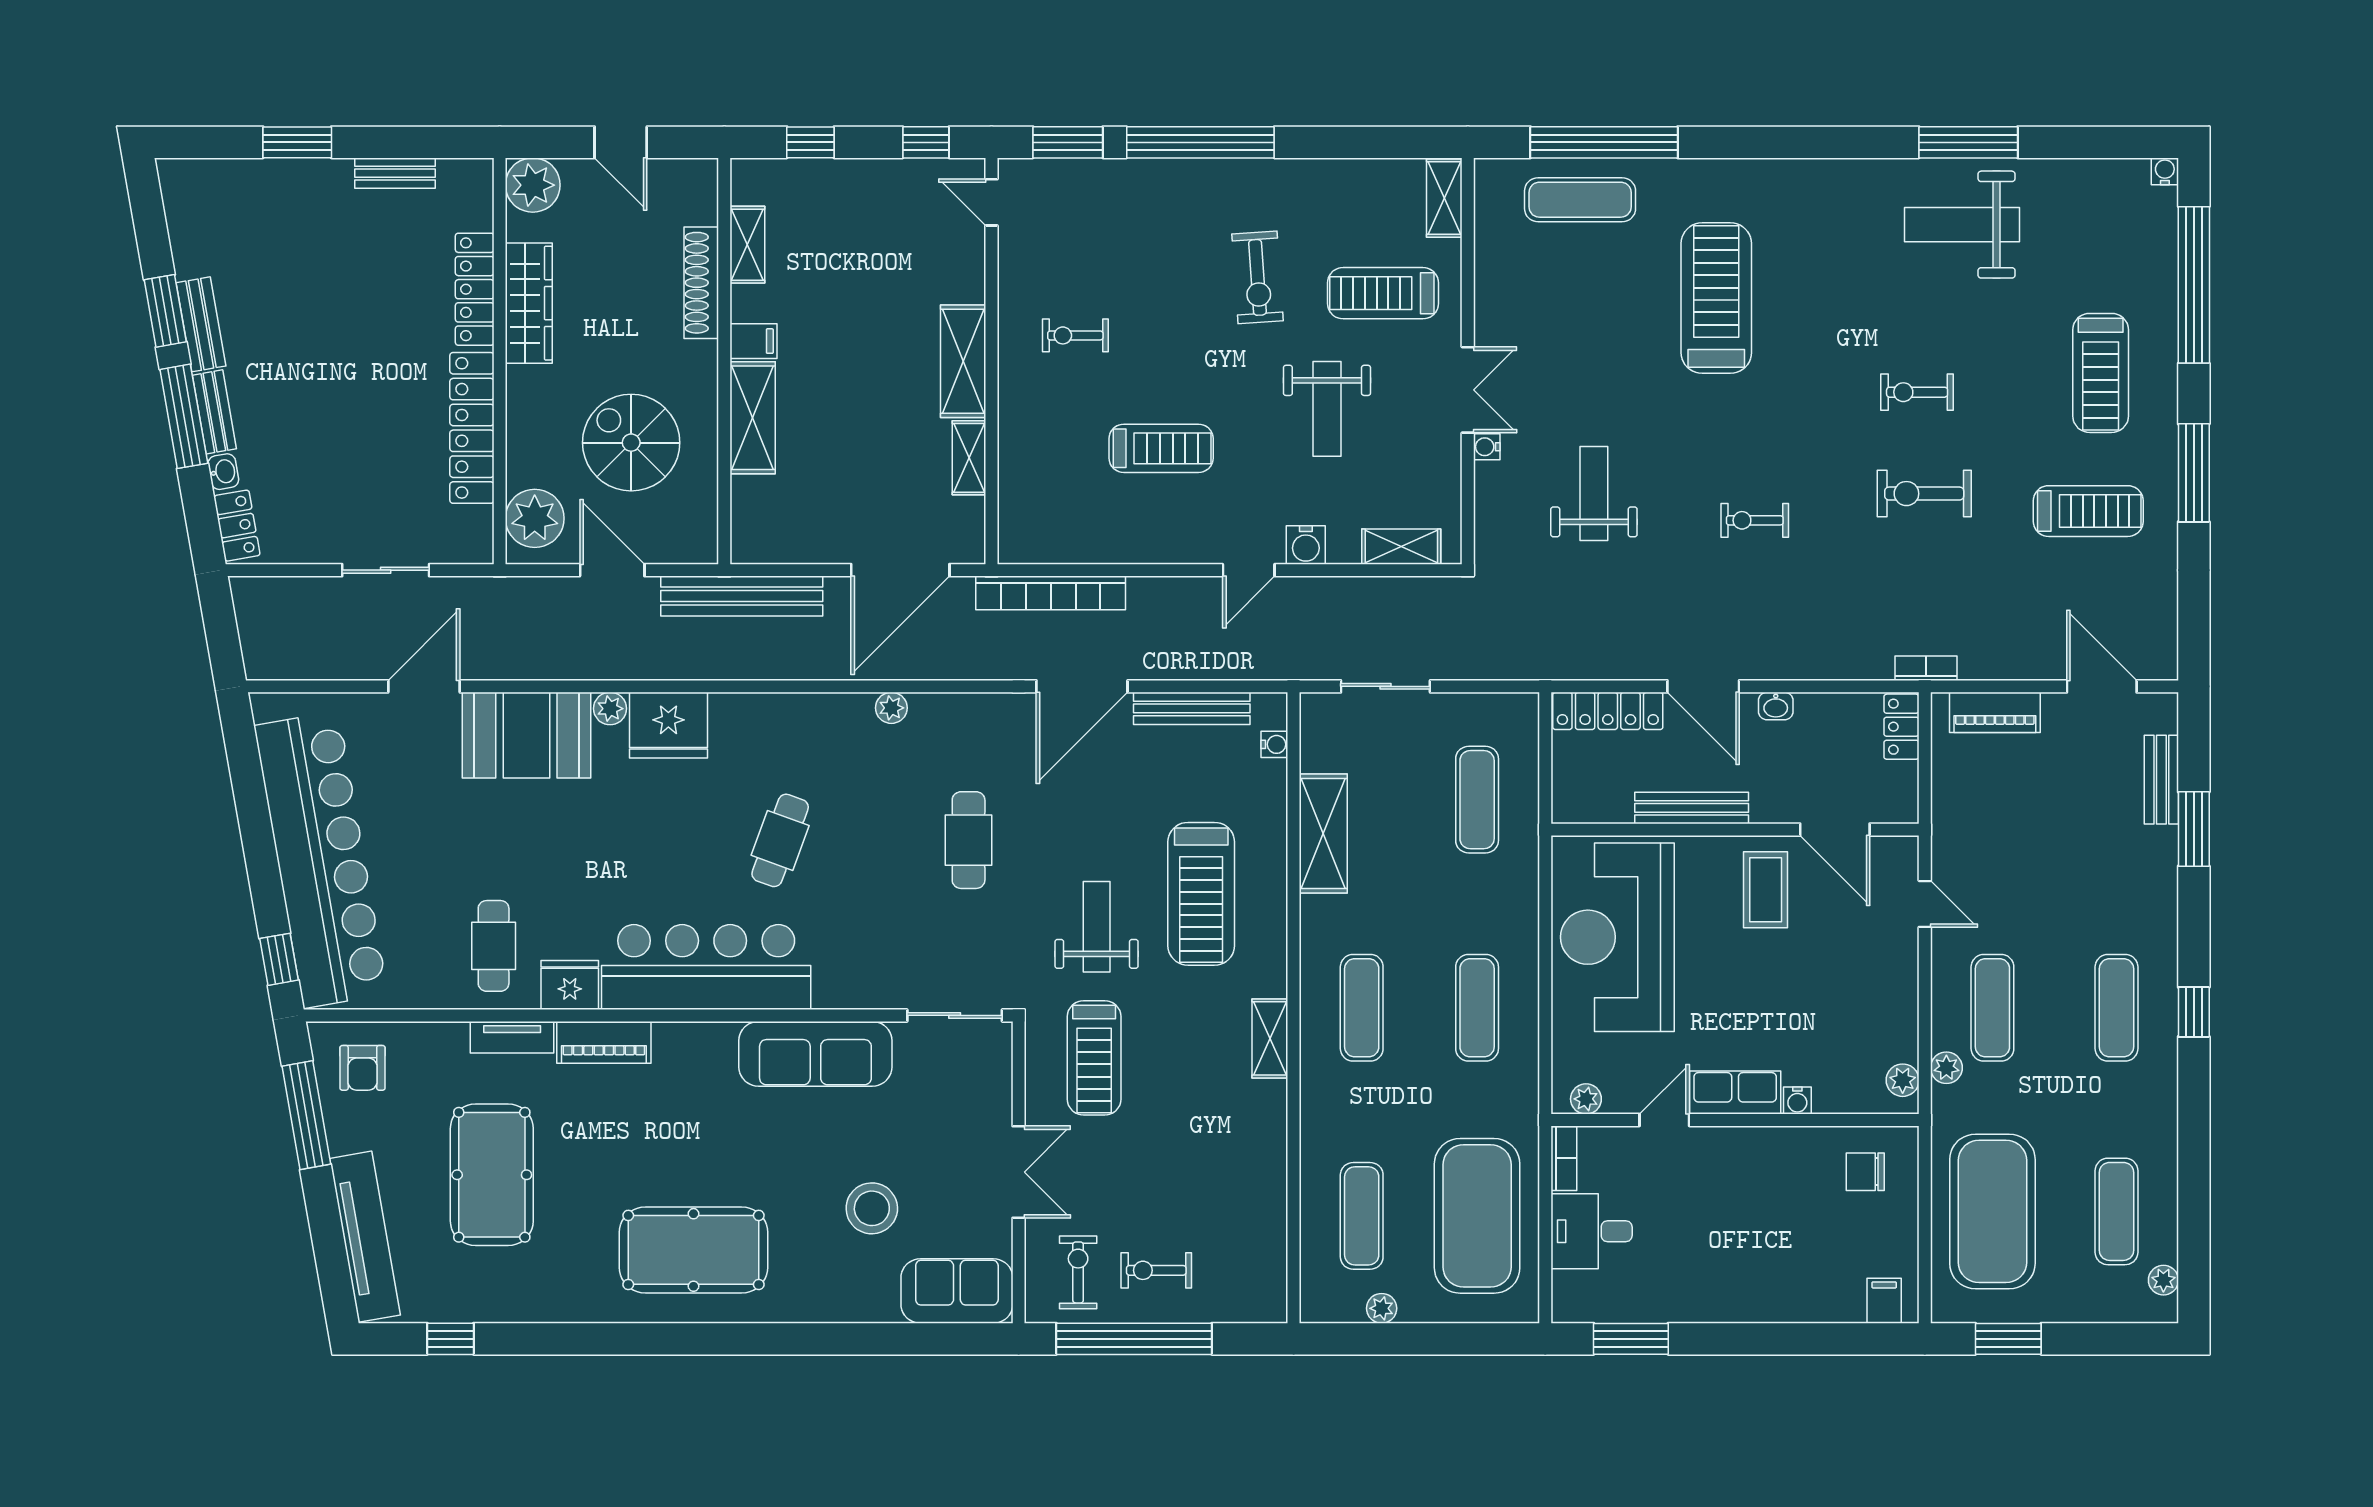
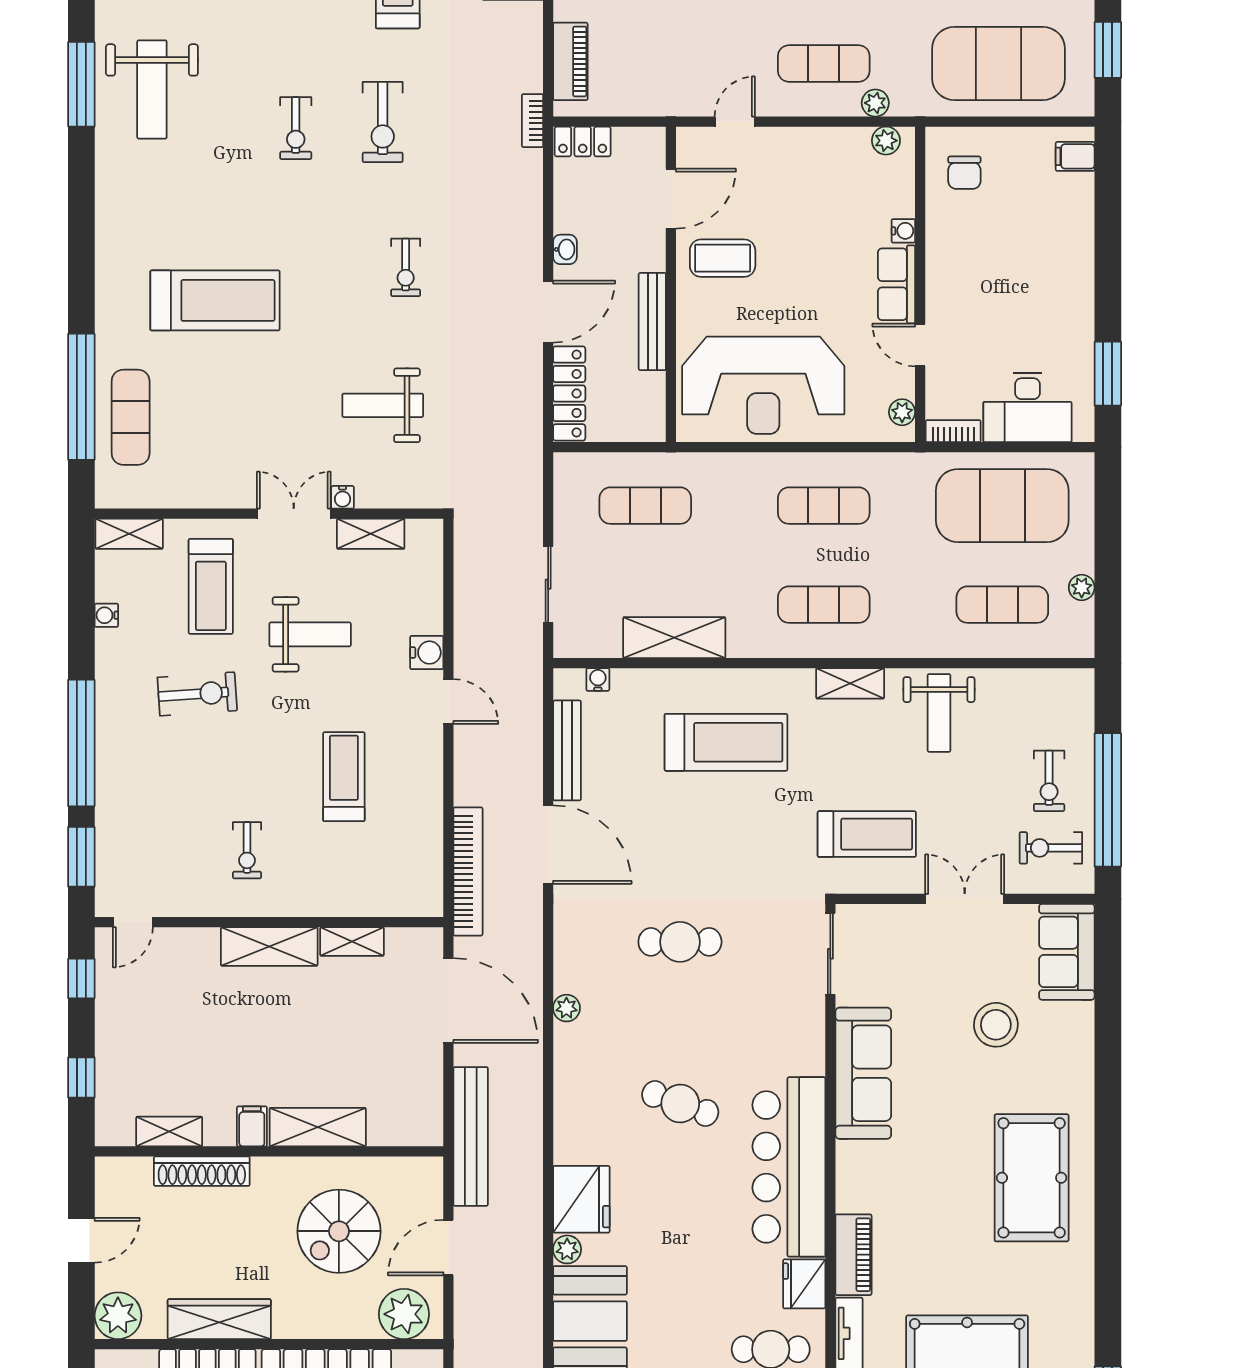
water cooler: (1349, 171) -> (106, 615), added
treadmill: (1716, 298) -> (215, 300), turned 180
shelving: (1401, 547) -> (371, 534), moved, turned 90
weight bench: (1097, 927) -> (939, 713), moved, turned -90
desk: (1592, 1231) -> (1028, 407), width x1.37

